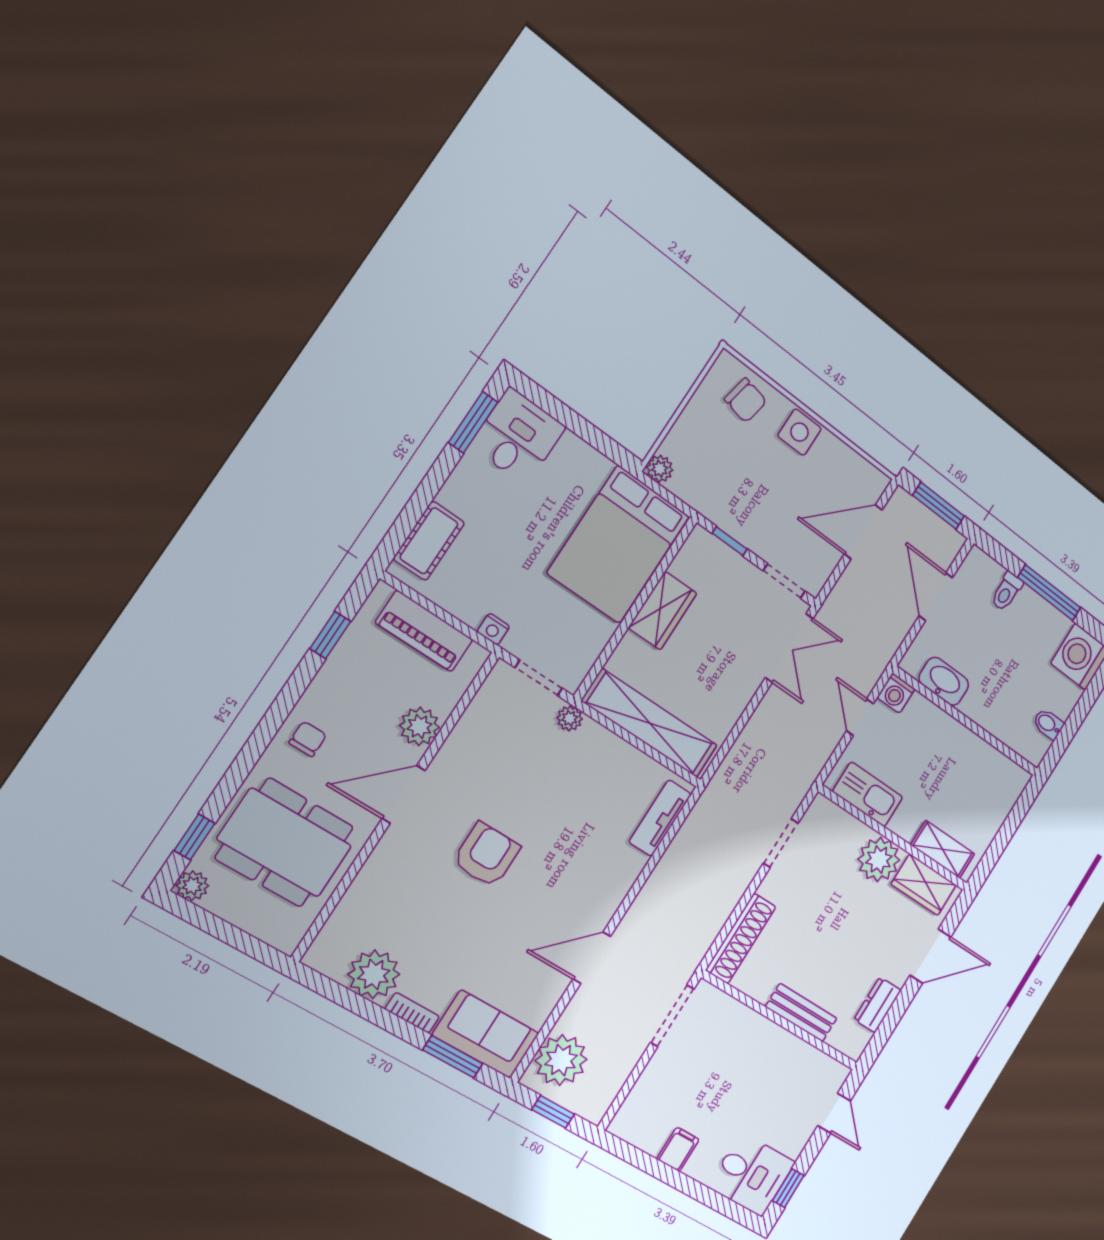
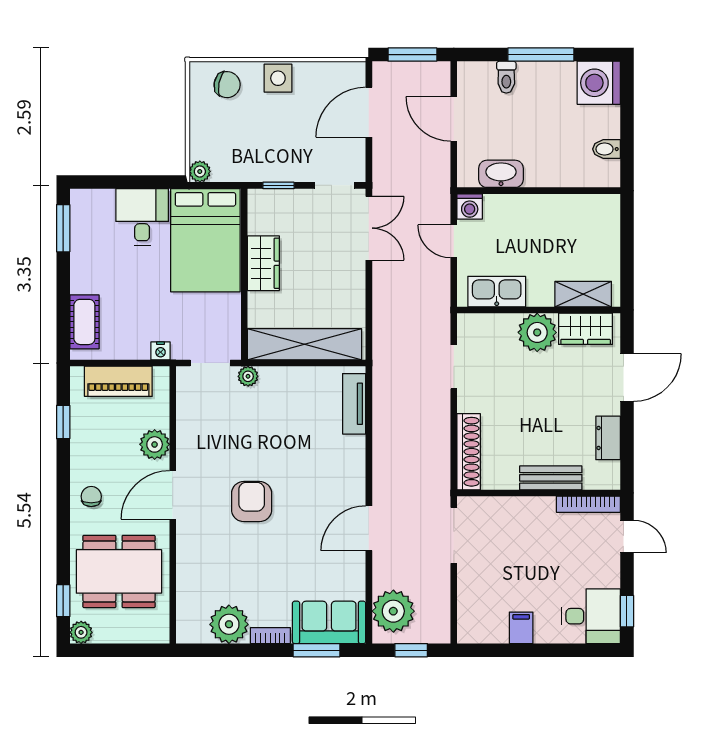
desk: (518, 436) -> (142, 217), moved
bookcase: (819, 1060) -> (588, 504), added

